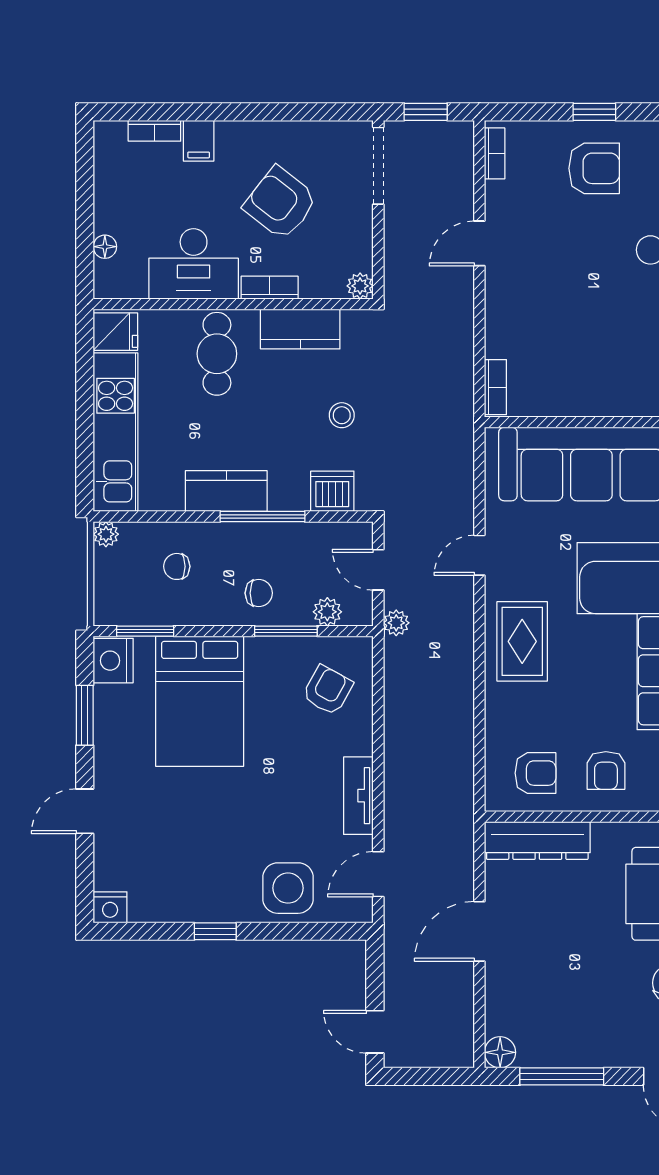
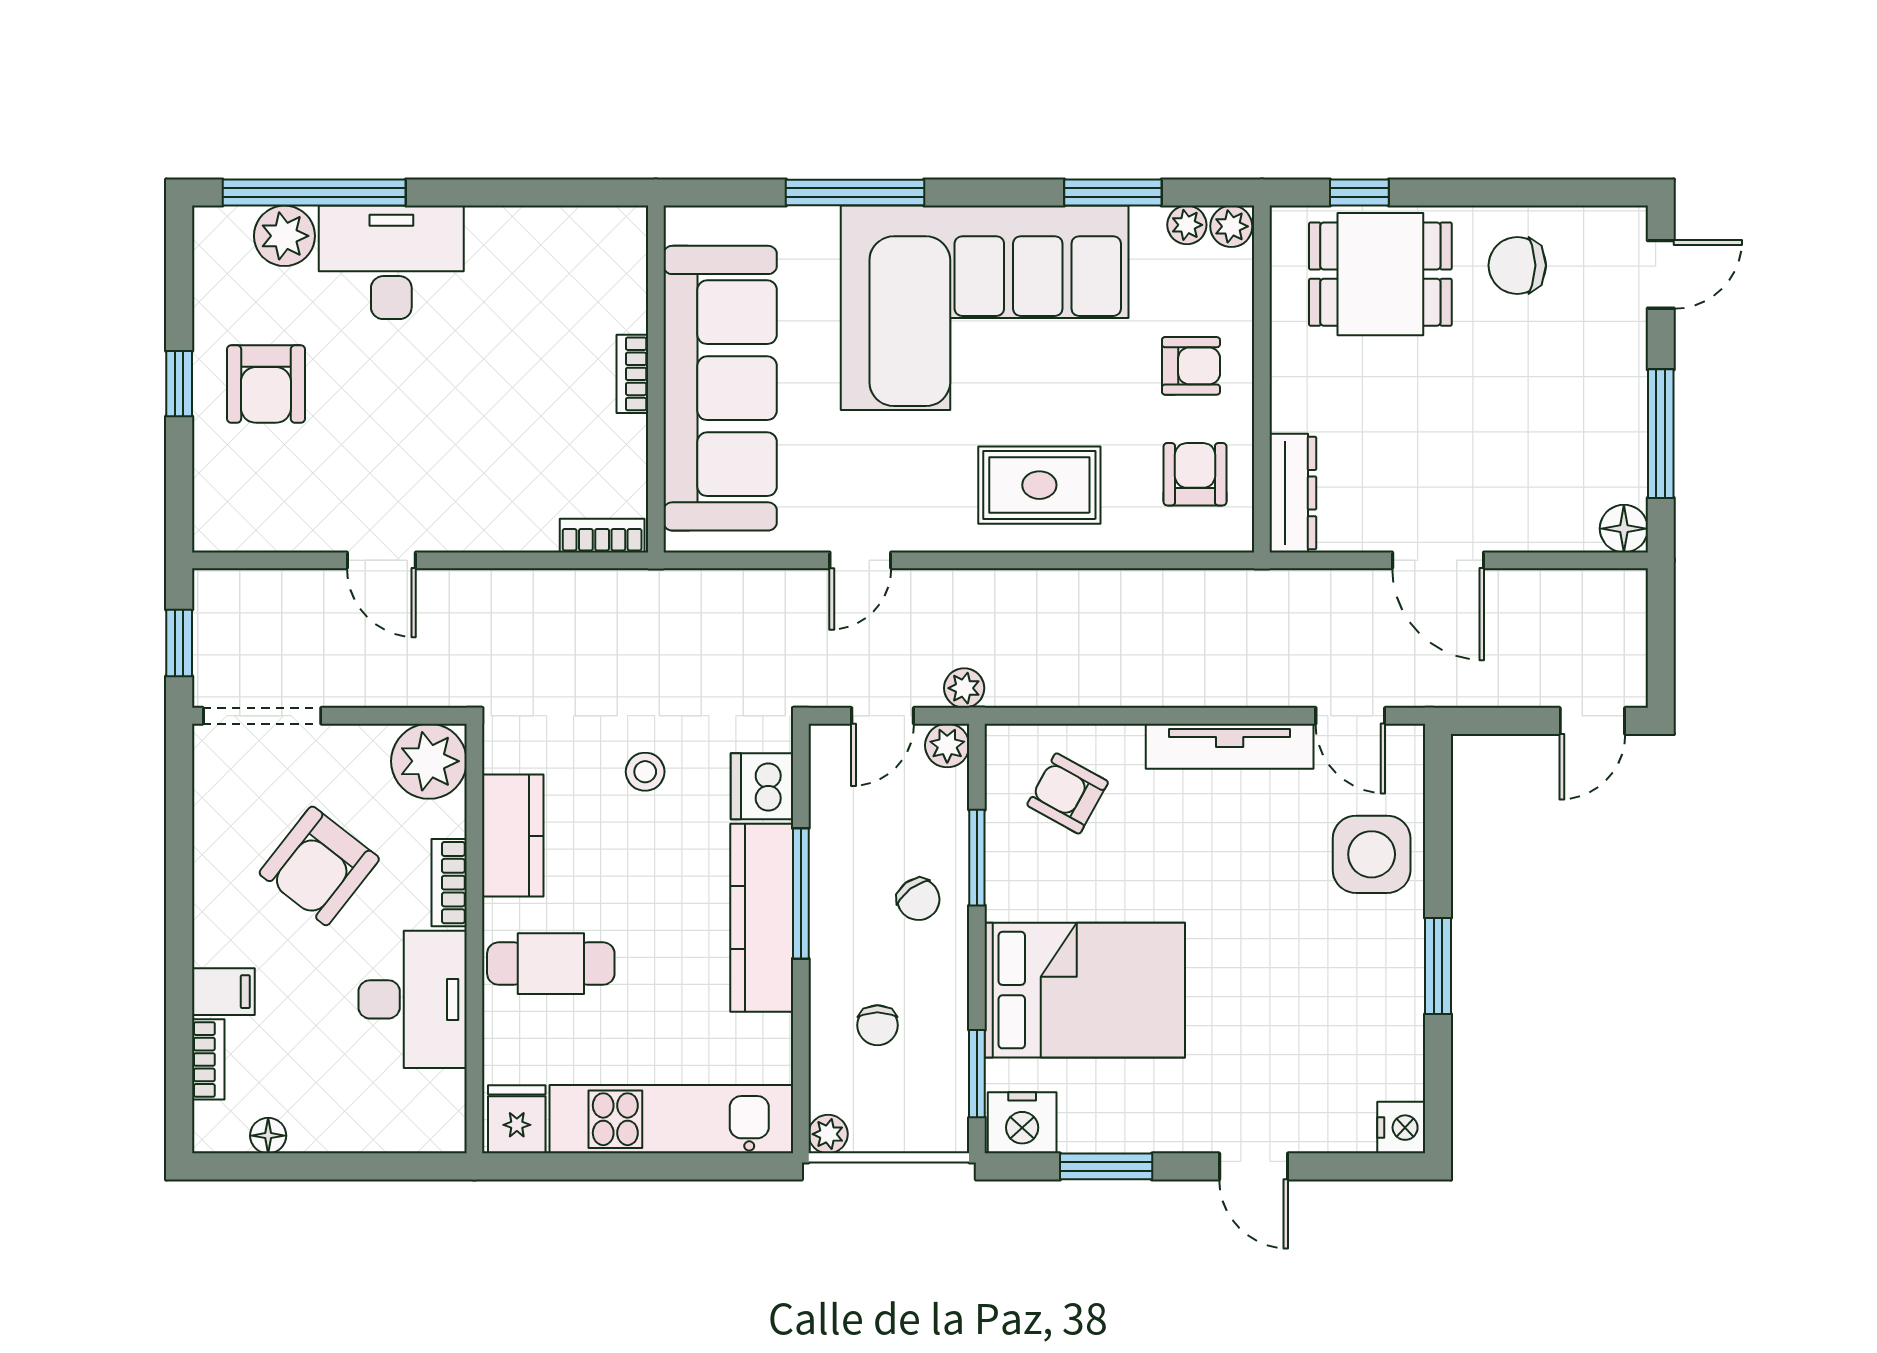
bookcase: (495, 153) -> (632, 374), moved, turned -90
armchair: (594, 168) -> (266, 384), turned 180
floor lamp: (105, 247) -> (268, 1136), moved
plant: (360, 286) -> (429, 761), width x1.88, depth x1.88
kitchen counter: (226, 491) -> (762, 918), width x1.50
door: (479, 555) -> (860, 560), hinge flipped
chair: (259, 593) -> (918, 899), turned 143
plant: (327, 612) -> (947, 745), moved
rug: (522, 641) -> (1039, 485), moved
tv unit: (358, 796) -> (1230, 746), width x1.41
dresser: (537, 841) -> (1293, 493), width x0.73, depth x0.80
window: (215, 931) -> (1438, 966), width x1.50

